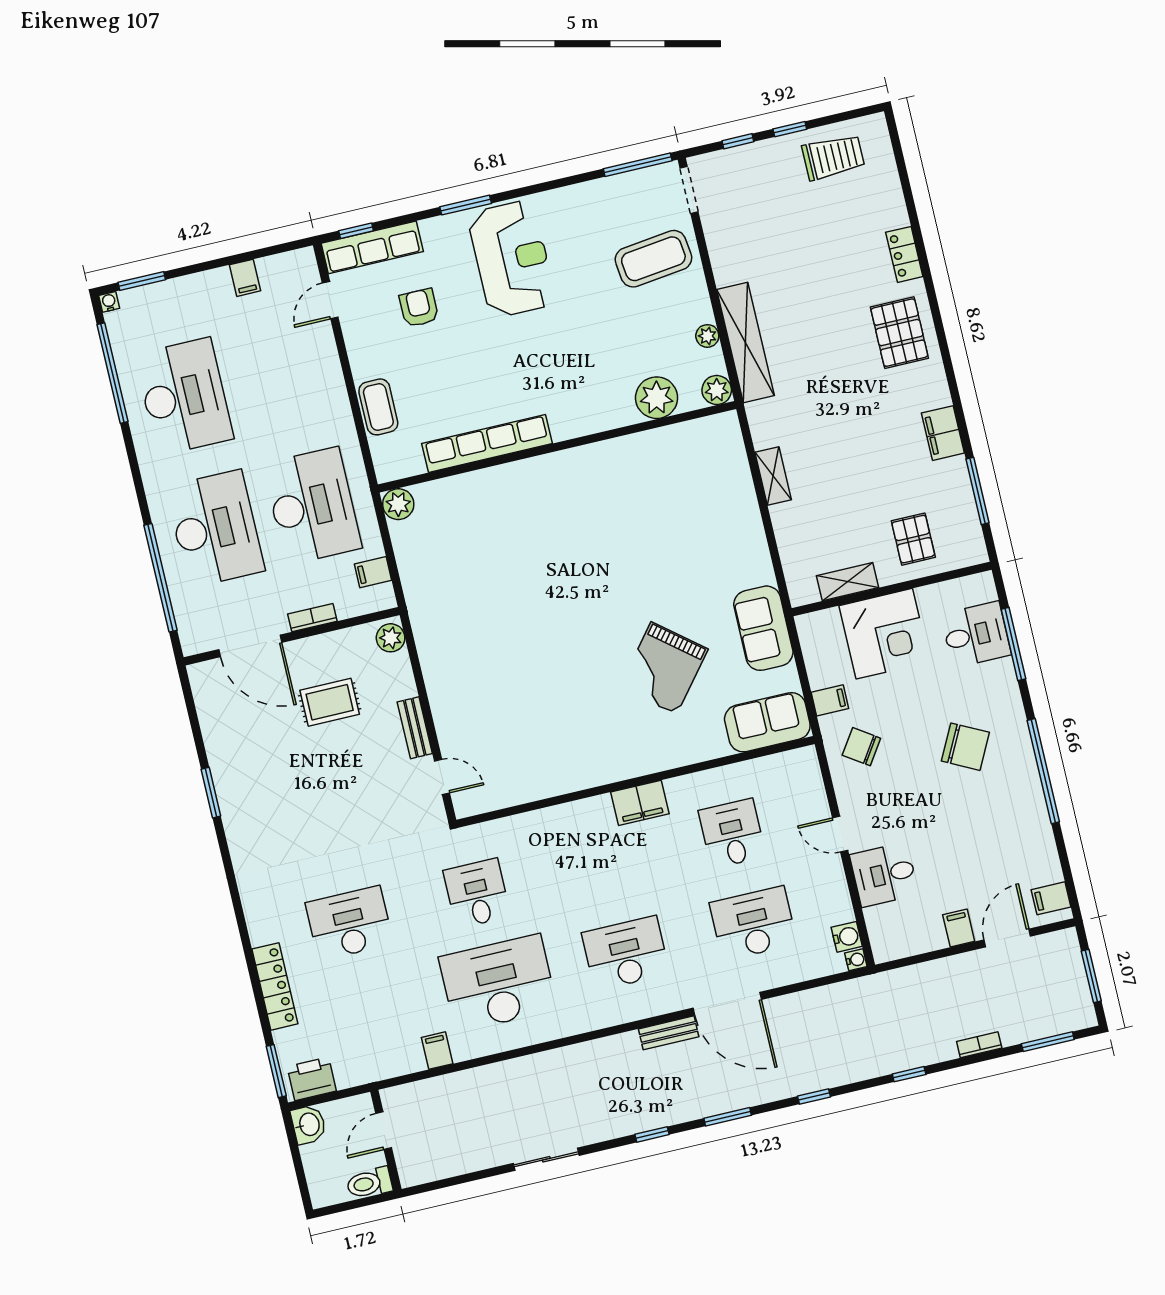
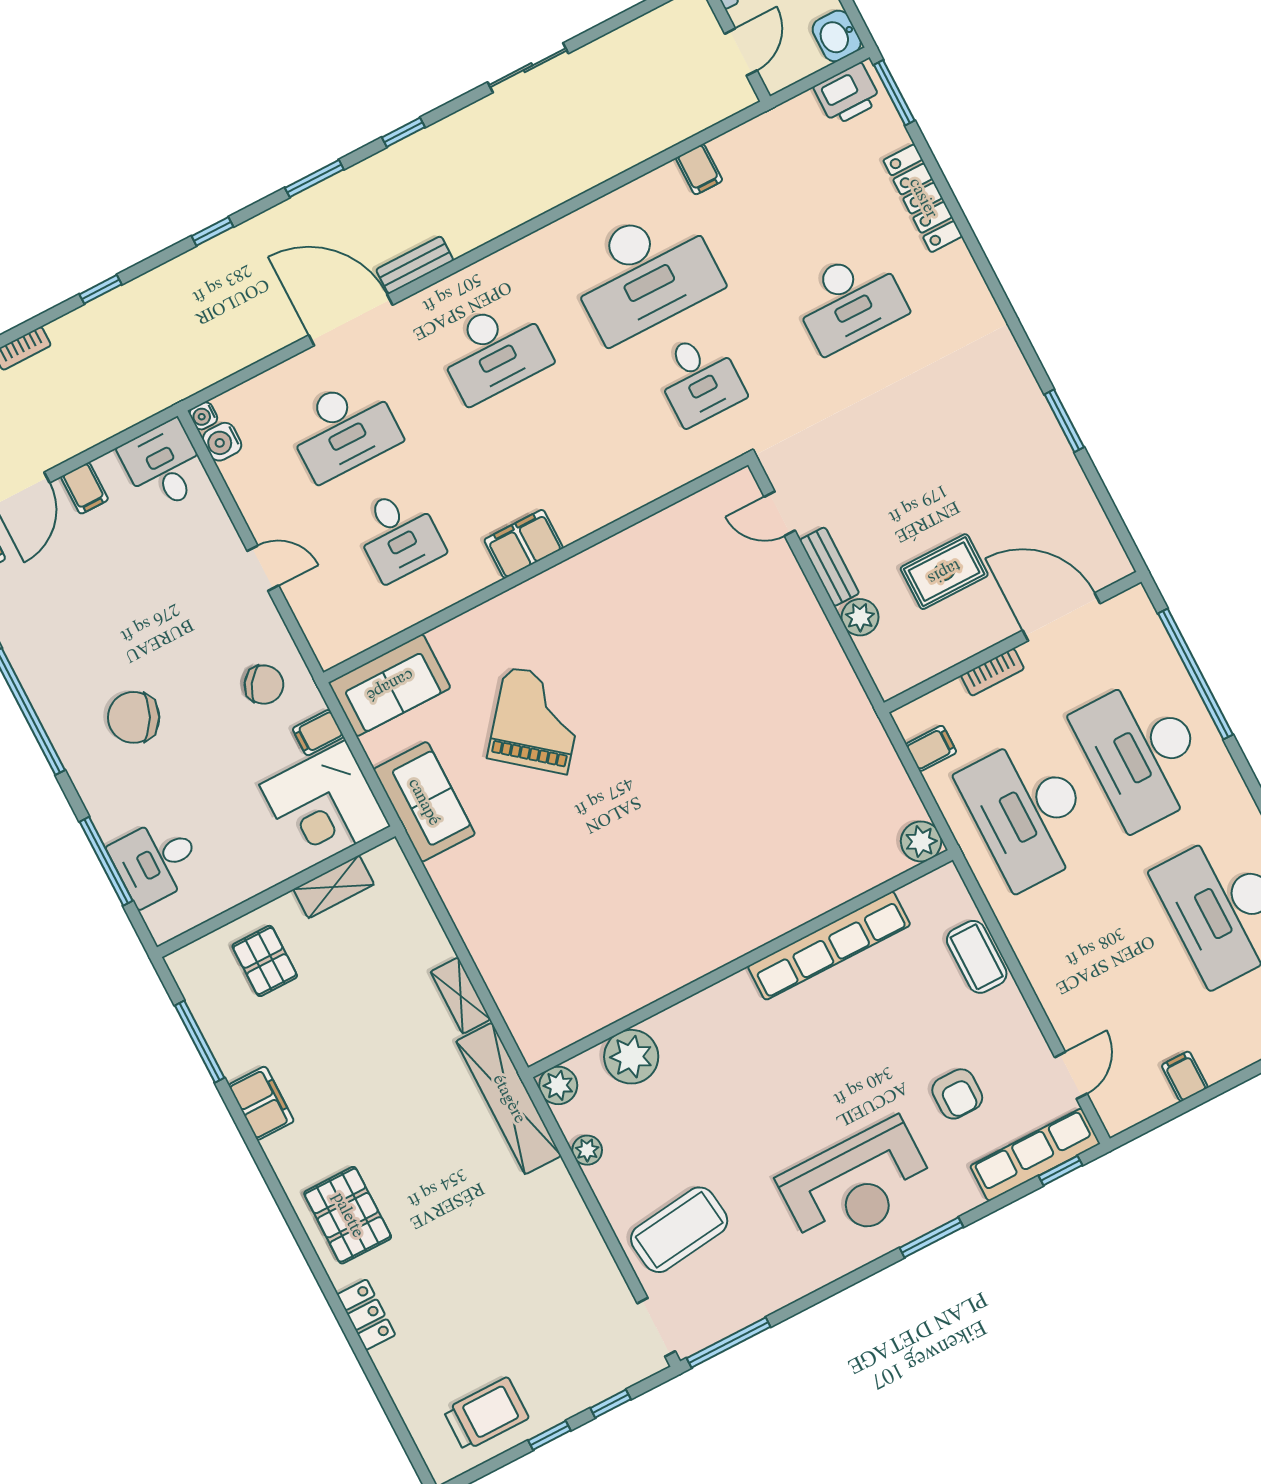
trolley: (833, 157) -> (486, 1414), turned 180
reception desk: (512, 259) -> (857, 1185), turned -90
shelving: (745, 342) -> (509, 1099), moved
corner desk: (884, 634) -> (325, 805), moved, turned -90
plant: (391, 638) -> (860, 617), moved
desk: (884, 875) -> (164, 466), moved, turned -90

